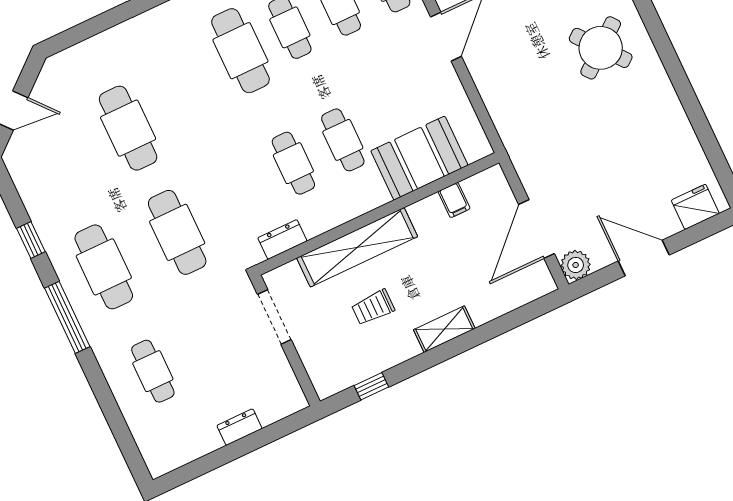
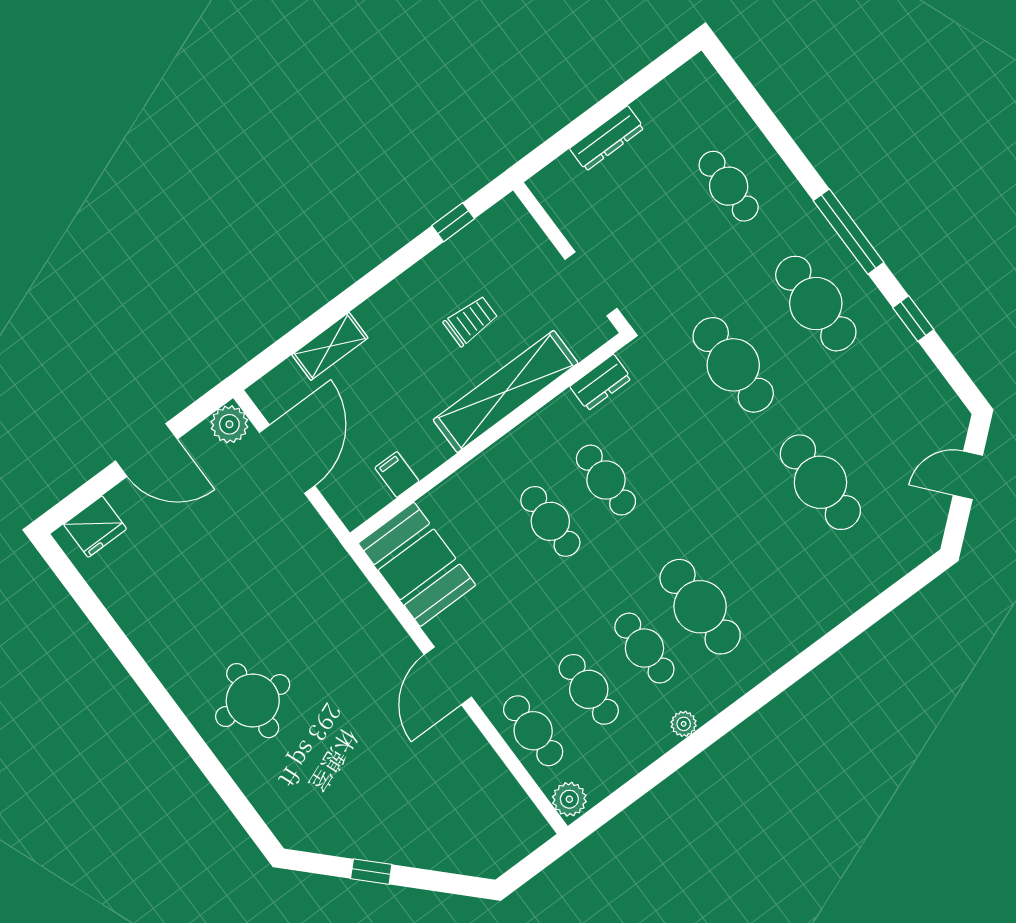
round table: (601, 48) -> (253, 701), turned 45
booth: (419, 158) -> (417, 564), moved, turned 90
shelving: (444, 329) -> (330, 346), moved
dresser: (239, 427) -> (607, 138), width x1.44

